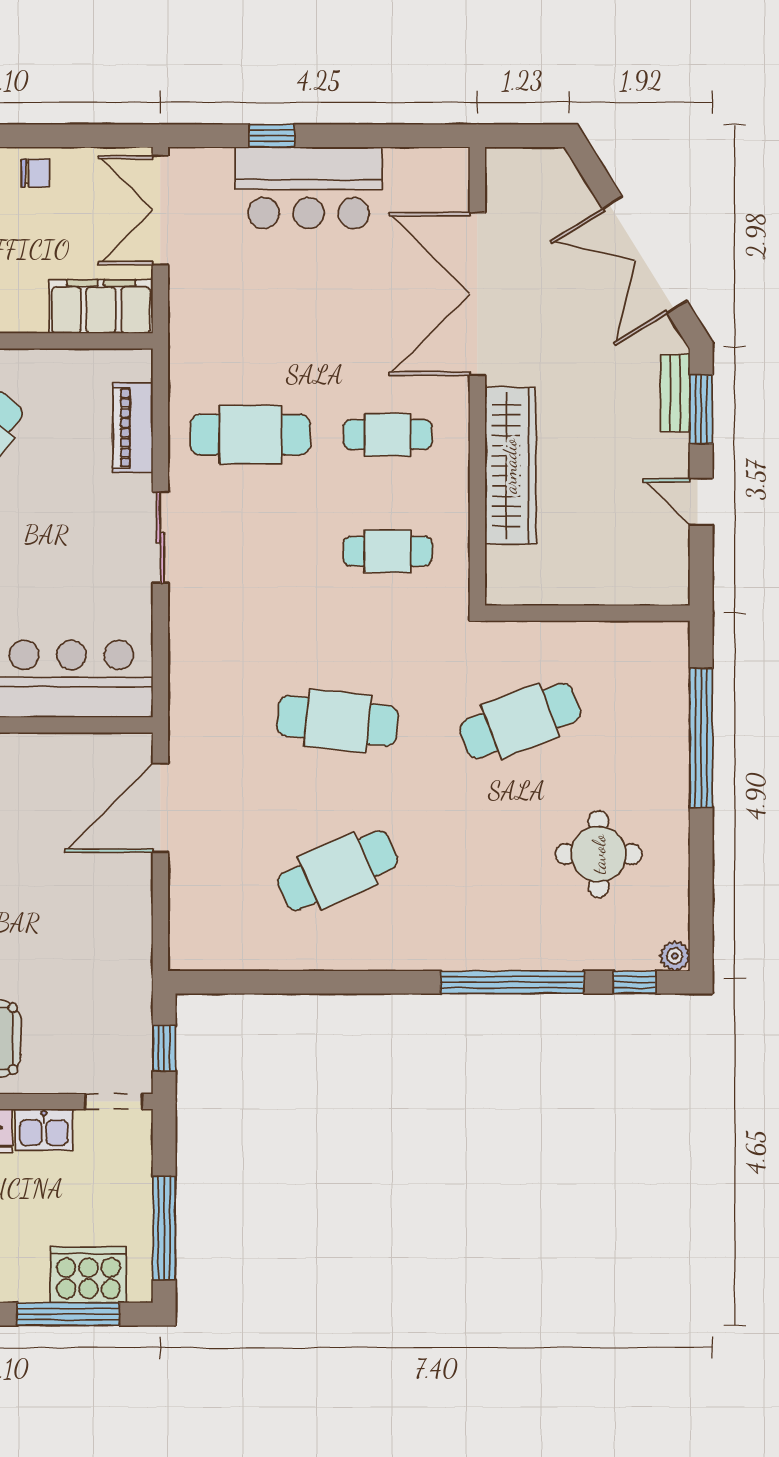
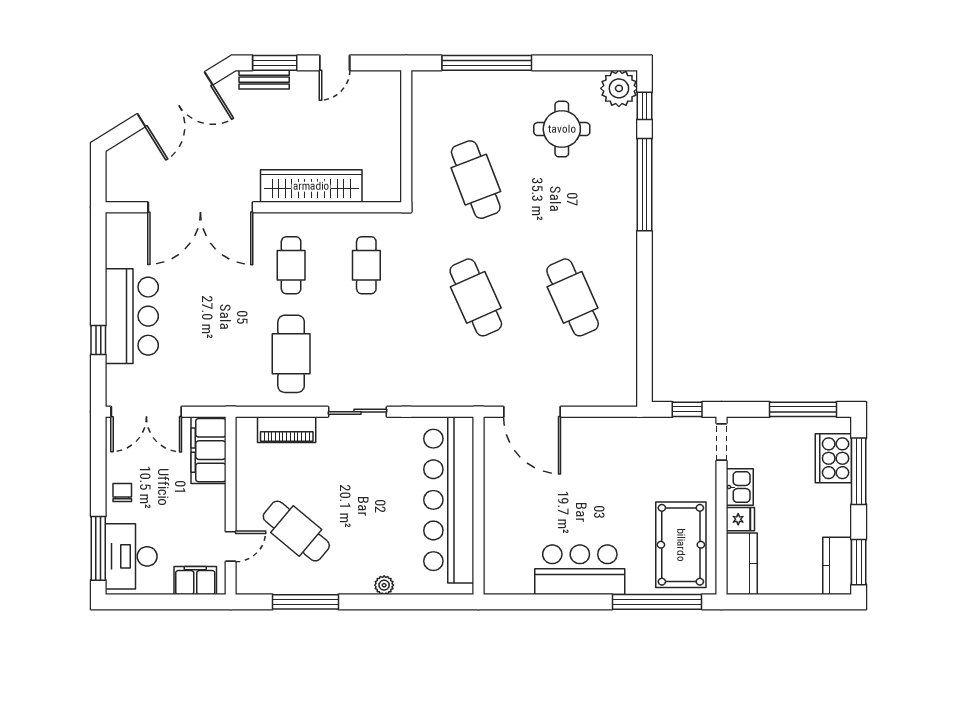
cafe table: (338, 721) -> (476, 297), turned -30
plant: (675, 956) -> (619, 88), width x1.87, depth x1.87

